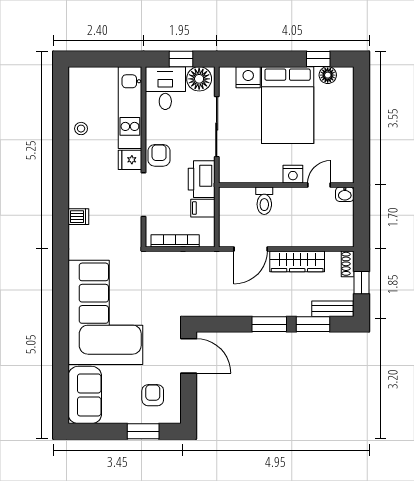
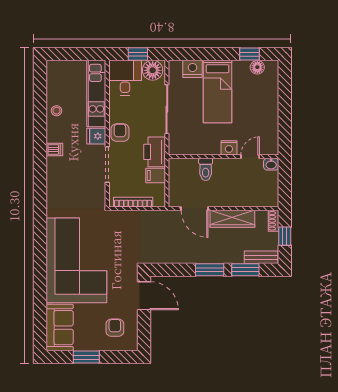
bed: (288, 105) -> (218, 92), width x0.67
dishwasher: (78, 217) -> (54, 150), moved
door: (251, 249) -> (195, 209), hinge flipped
window: (143, 431) -> (86, 357), moved

